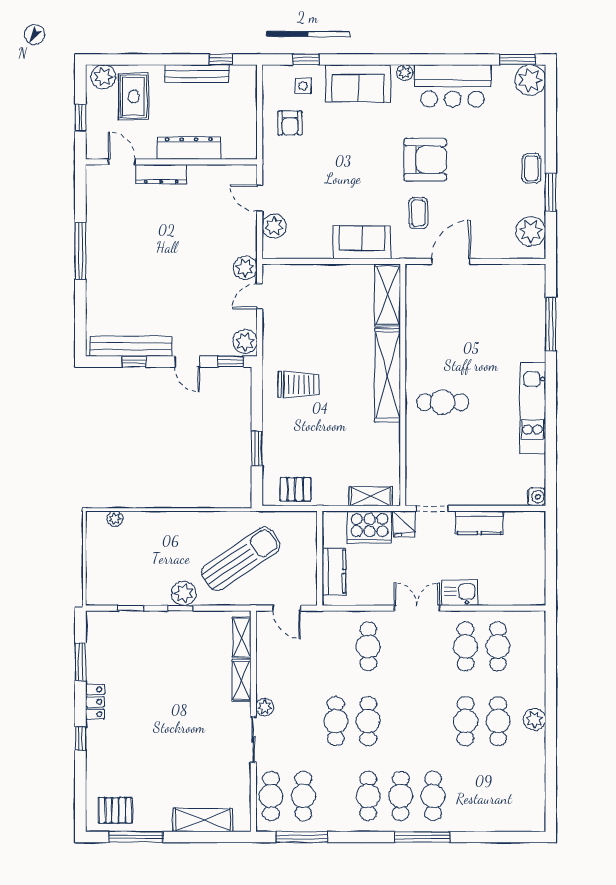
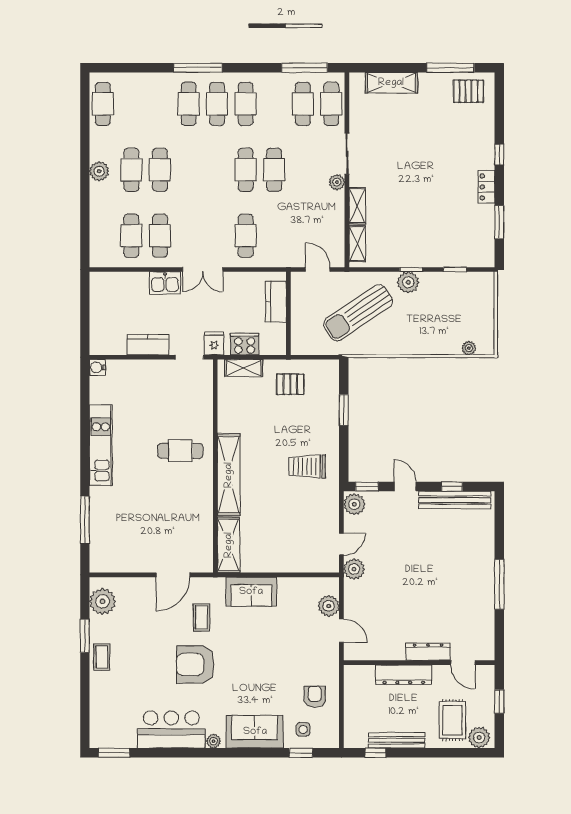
plant: (530, 80) -> (103, 735), removed
pallet: (295, 489) -> (290, 384), moved
cooker: (370, 527) -> (245, 344), width x0.73, depth x0.76
cafe table: (530, 796) -> (103, 104), added

